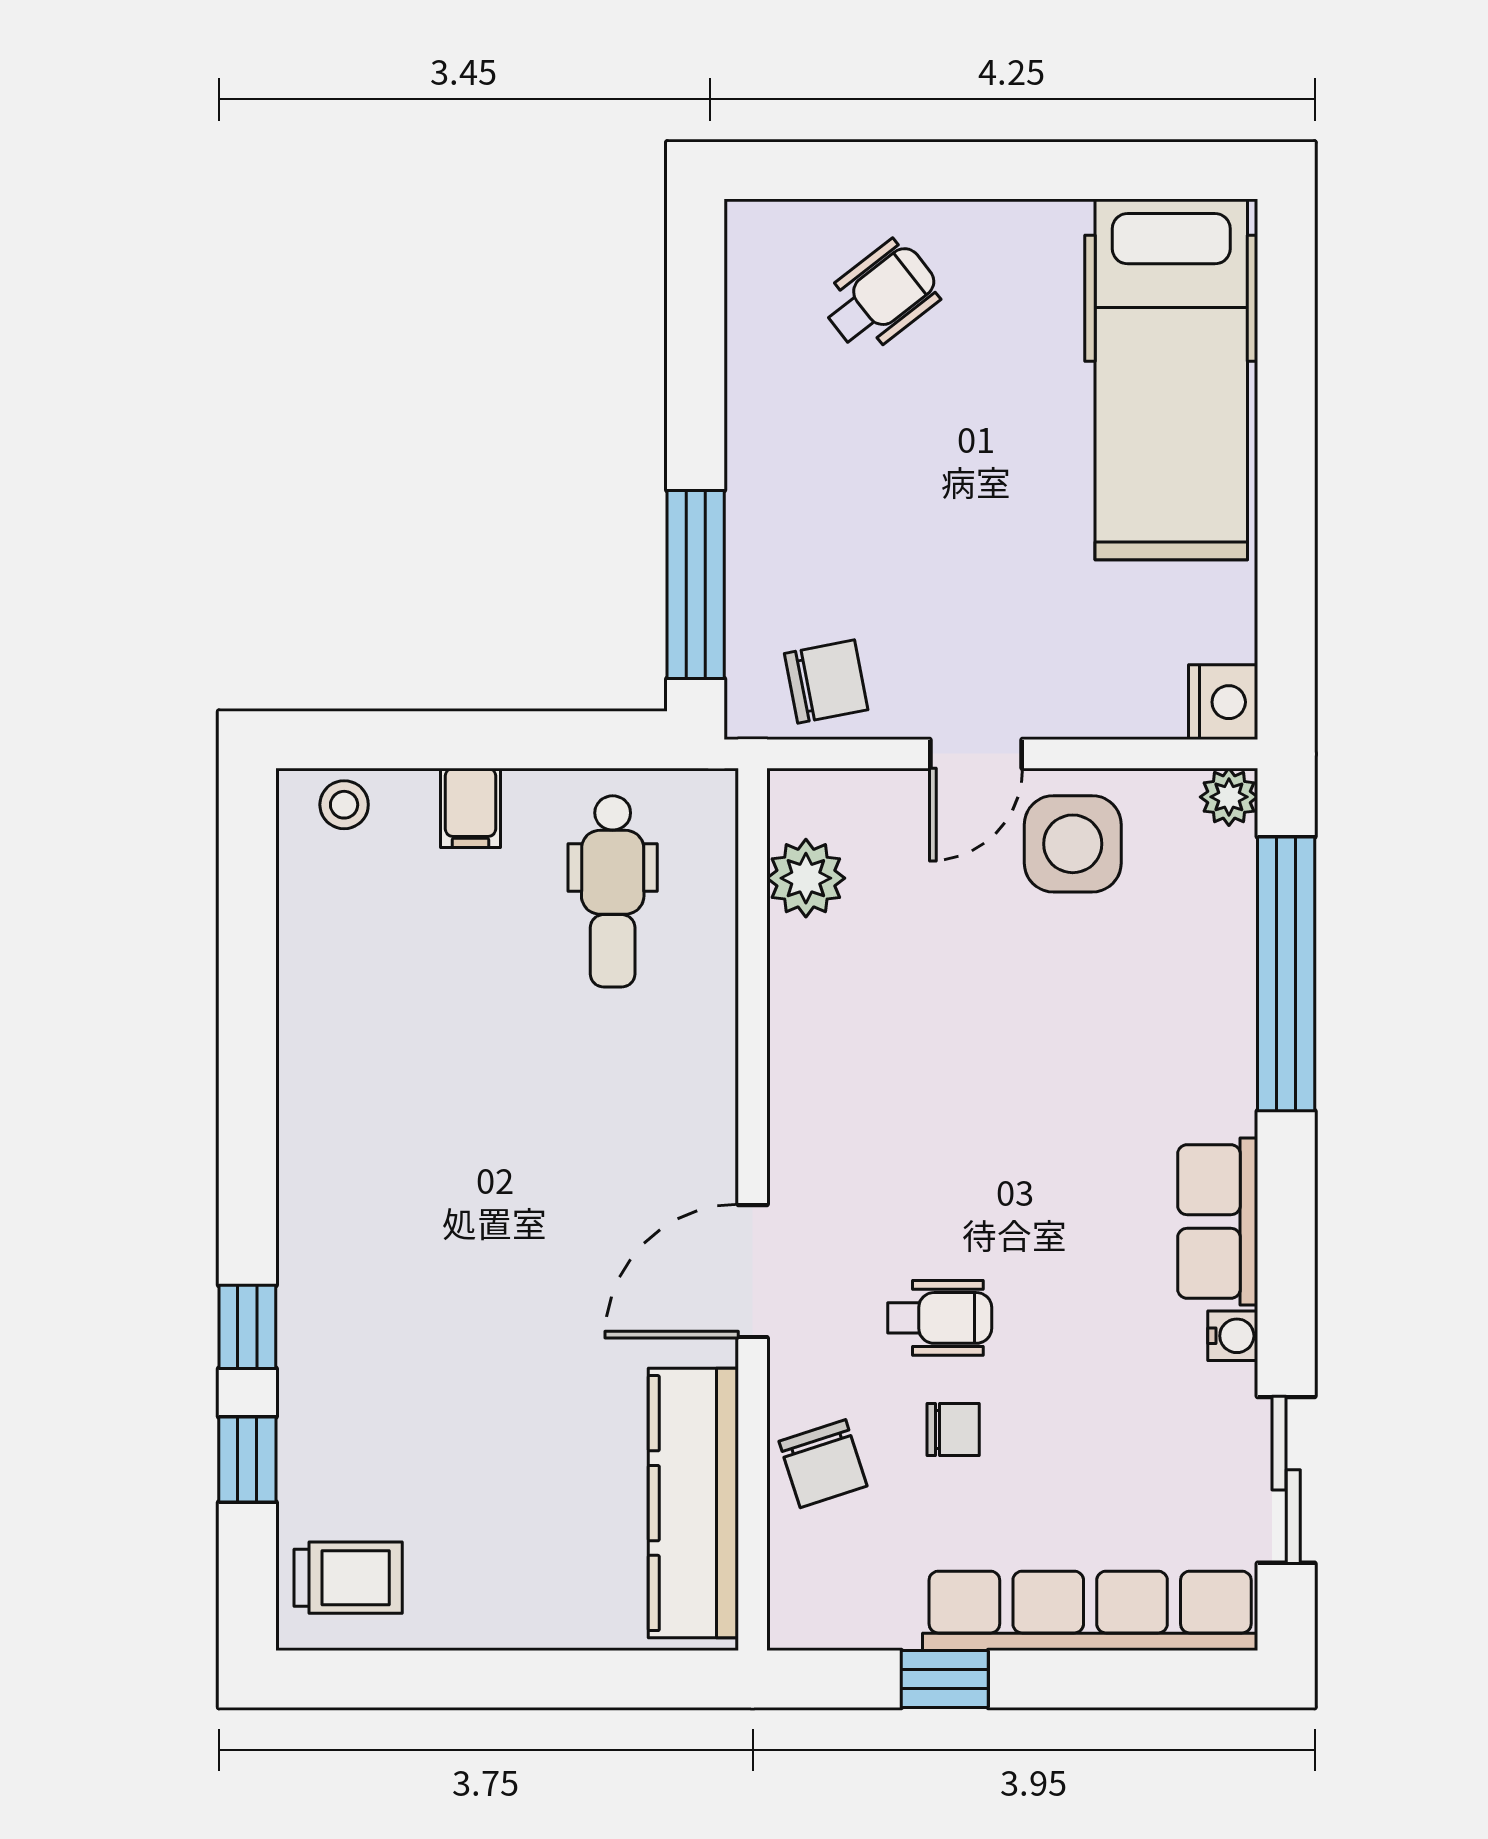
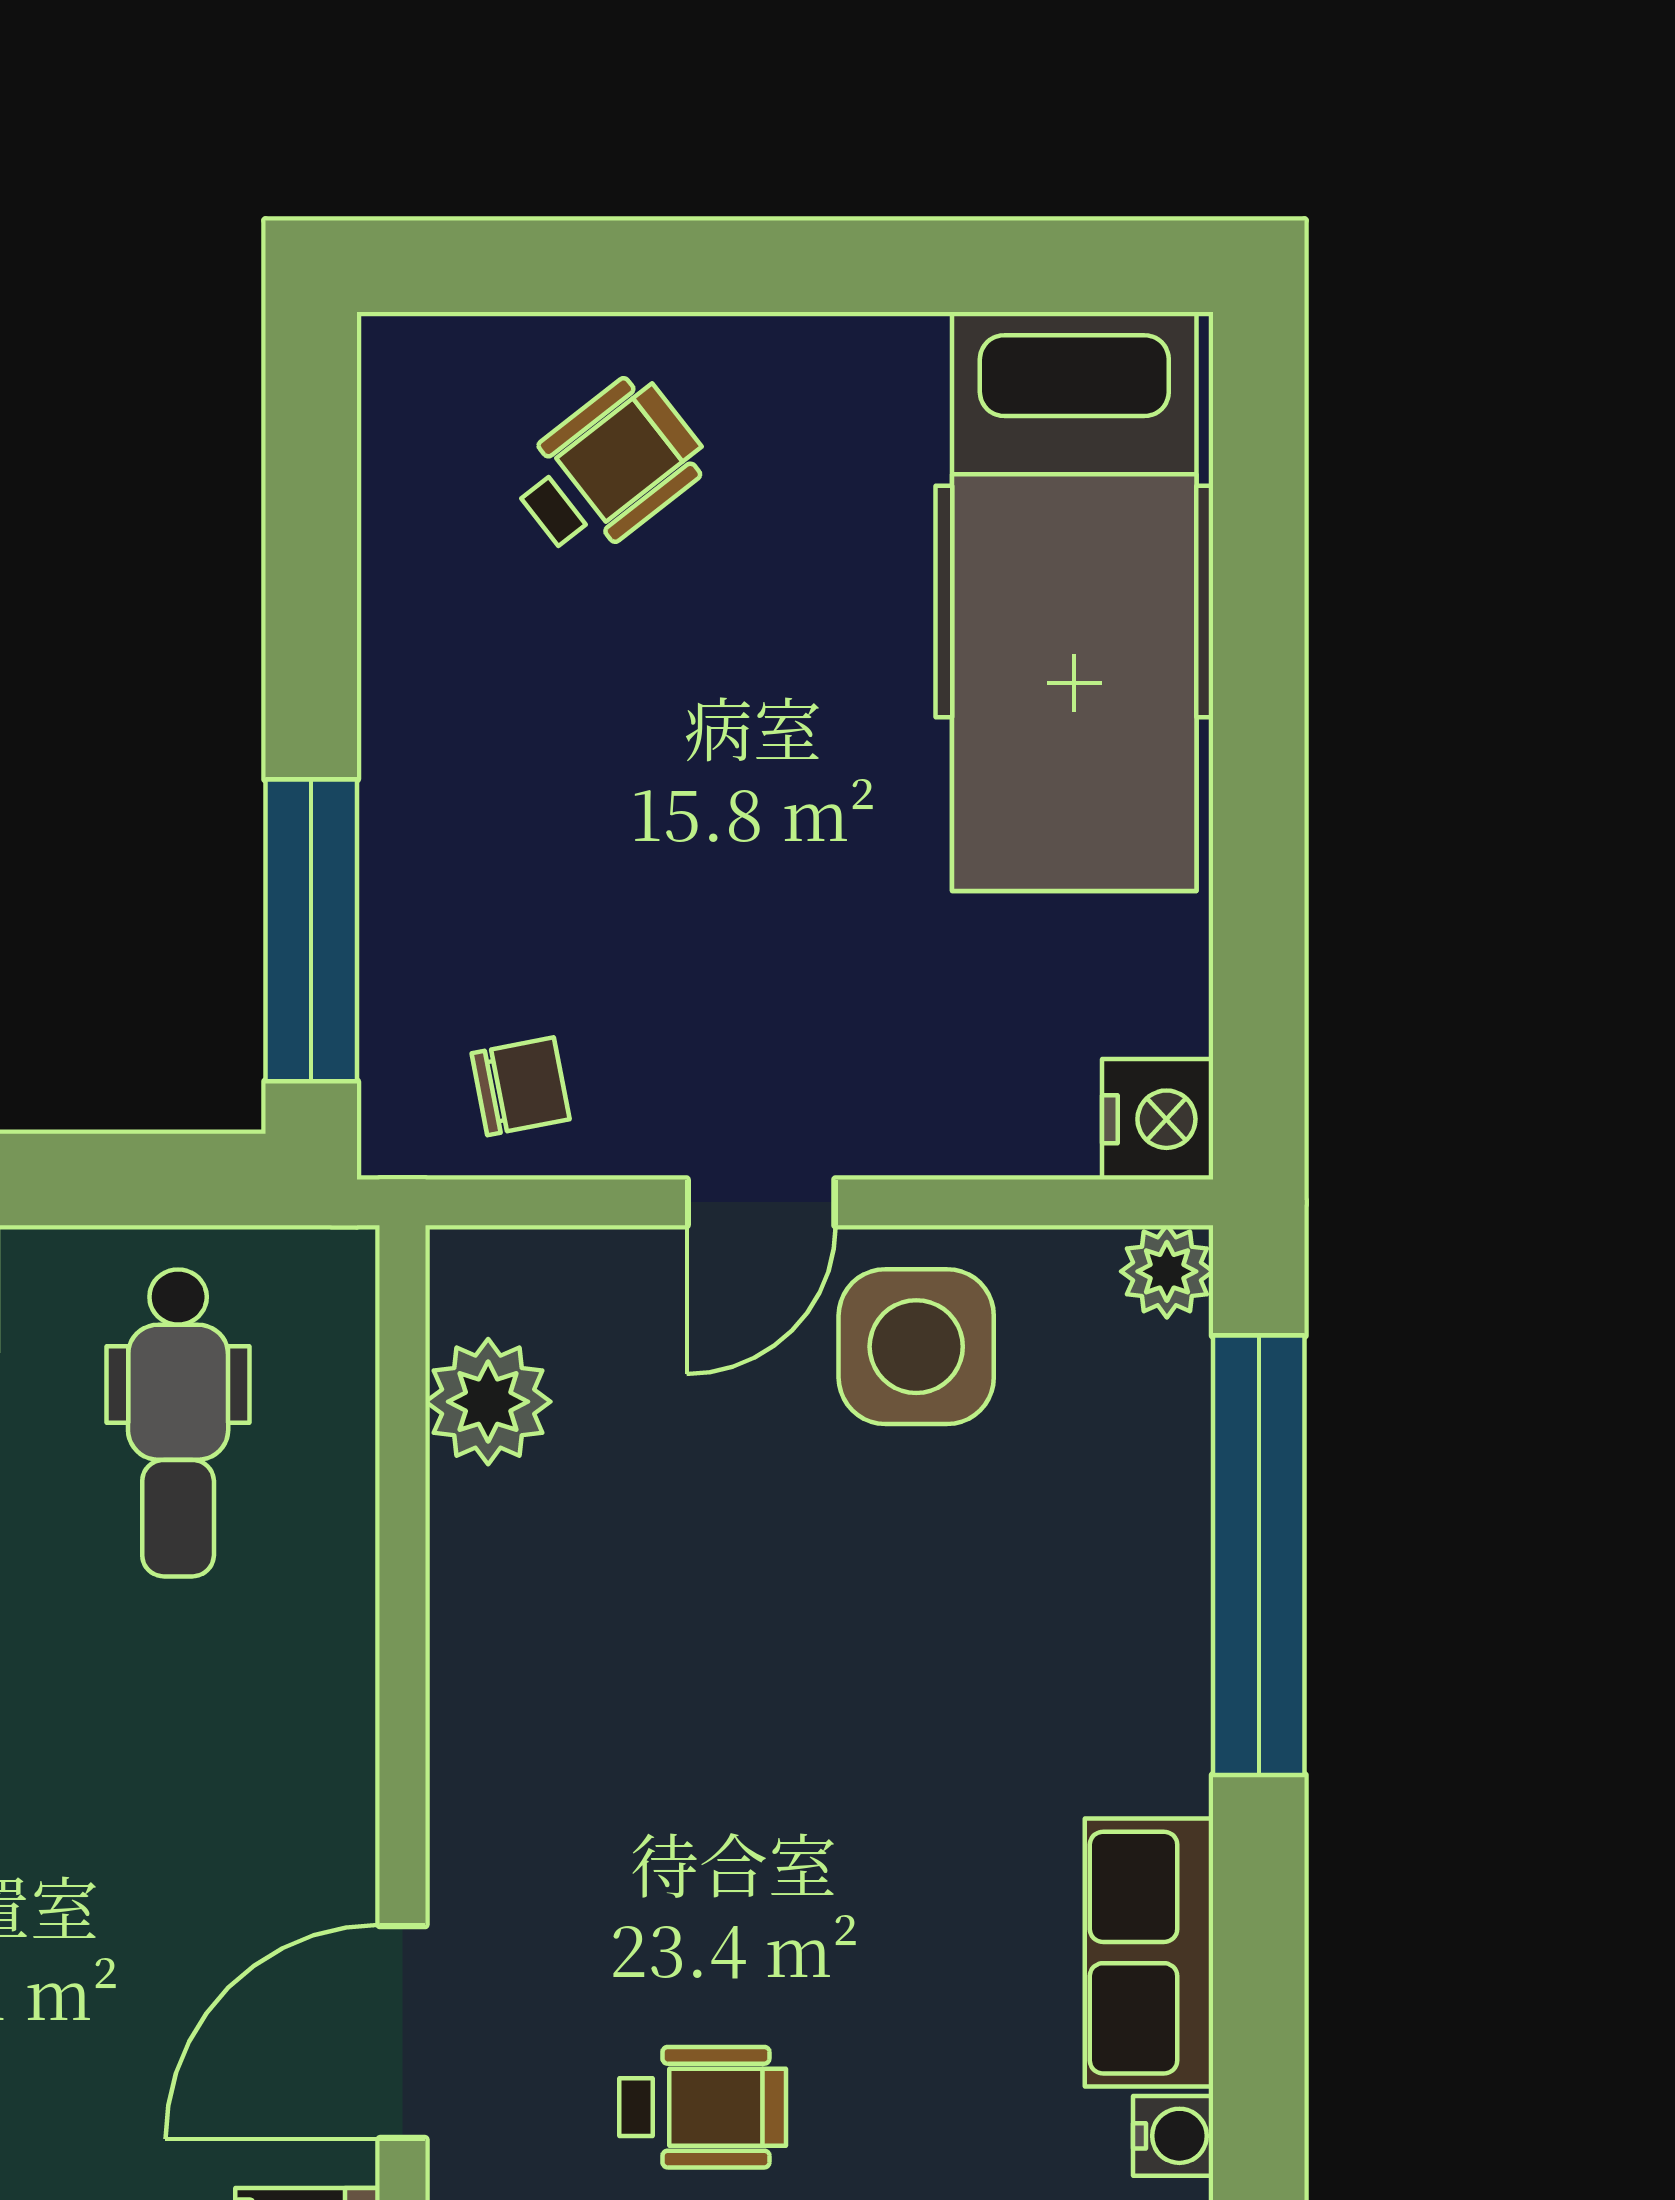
chair: (826, 682) -> (521, 1086), width x0.73, depth x0.73

